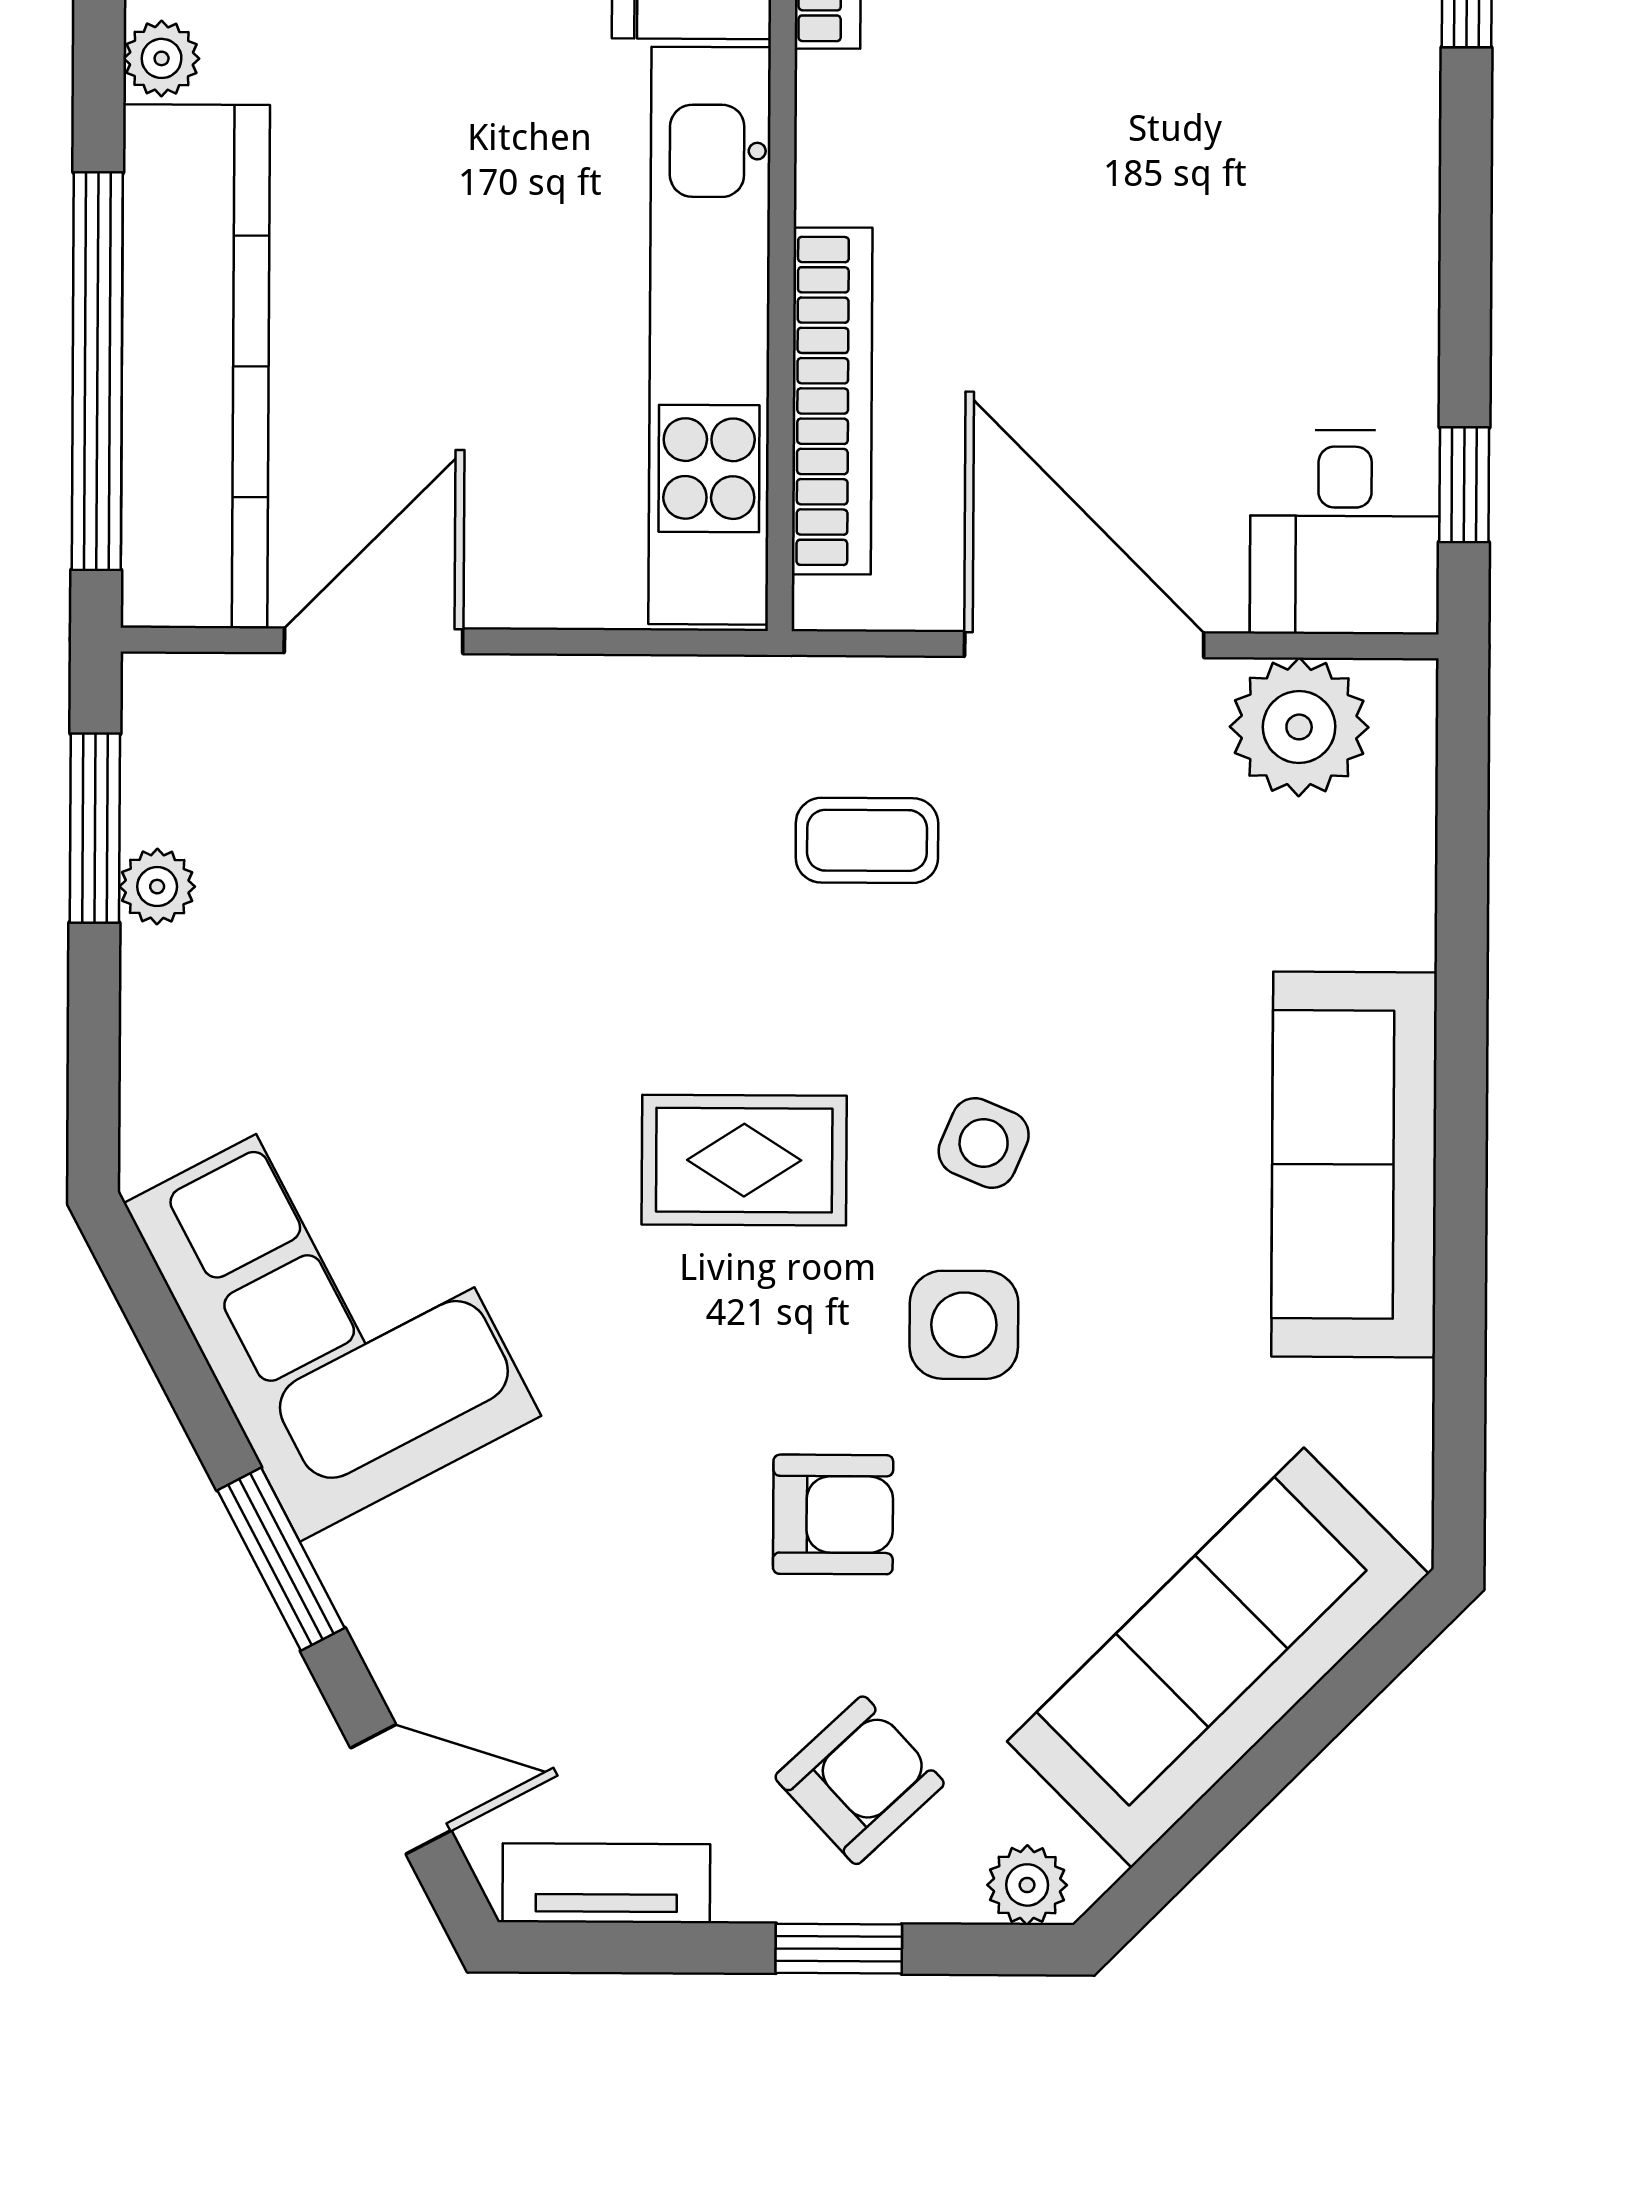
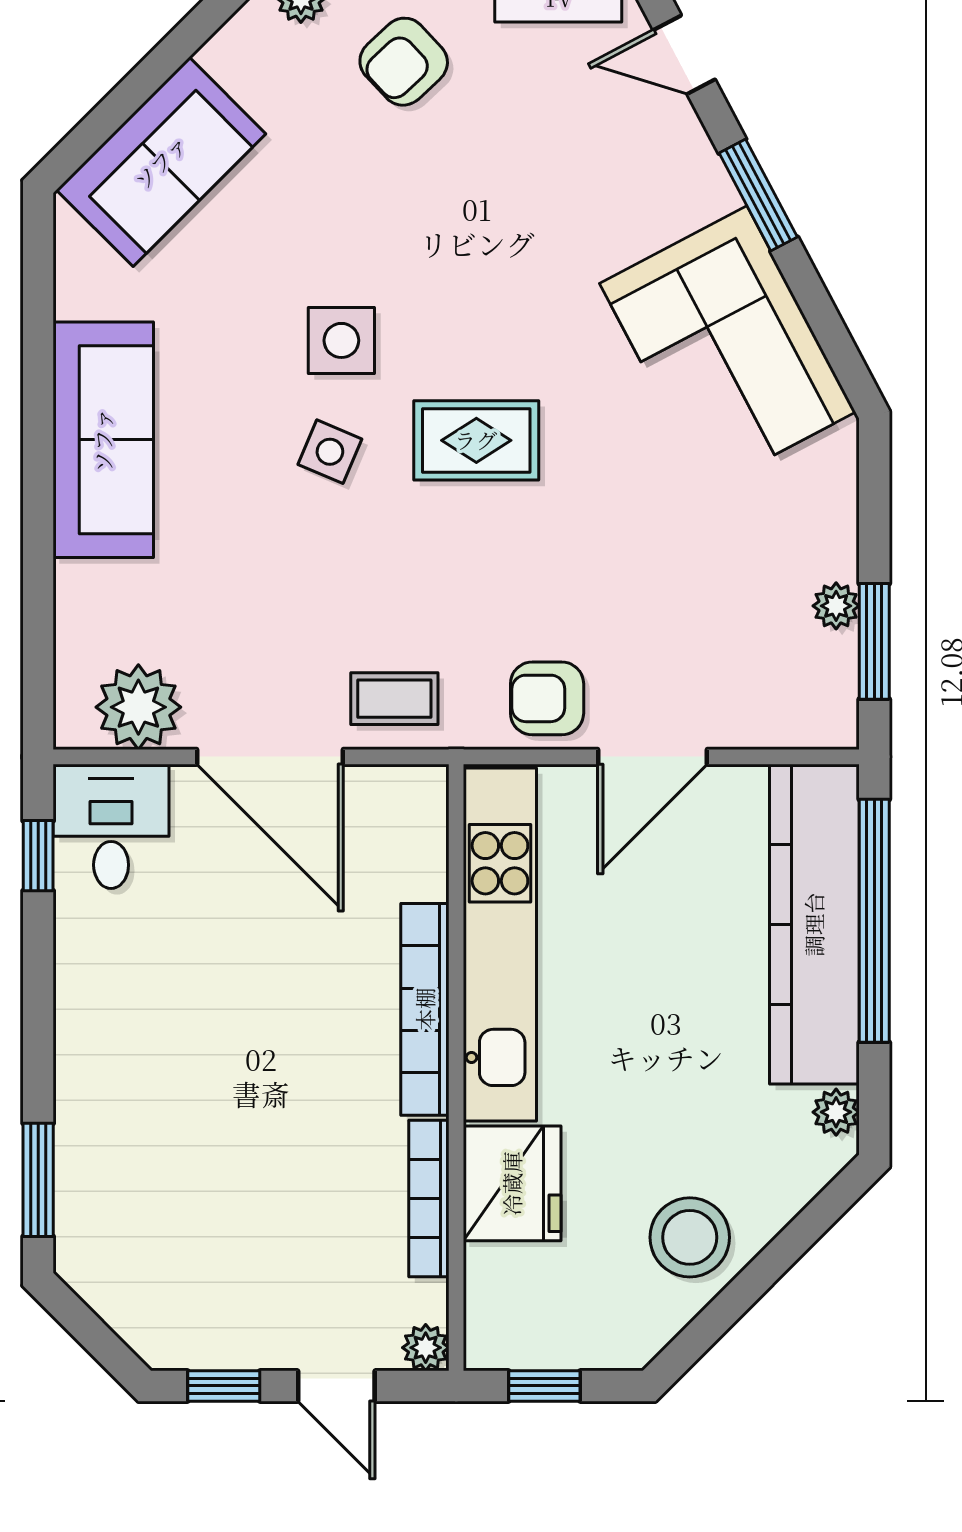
bookcase: (832, 401) -> (425, 1009), moved
door: (374, 641) -> (652, 757), moved
coffee table: (867, 840) -> (394, 699), moved
armchair: (833, 1514) -> (547, 698), moved
sofa: (1218, 1658) -> (161, 162), width x0.73

